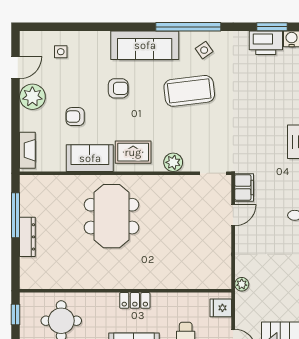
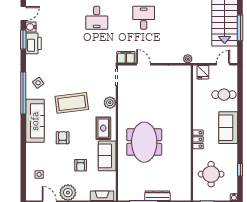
coffee table: (189, 91) -> (72, 103), moved, turned 90
meeting table: (111, 216) -> (144, 142), turned 90
locker: (135, 300) -> (198, 139), moved

